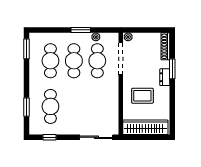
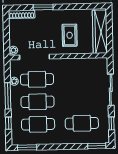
window: (52, 30) -> (8, 123), added
window: (81, 30) -> (8, 96), width x1.44
dresser: (165, 77) -> (51, 14), removed
window: (27, 107) -> (97, 146), moved
sliding door: (96, 137) -> (111, 90), moved

